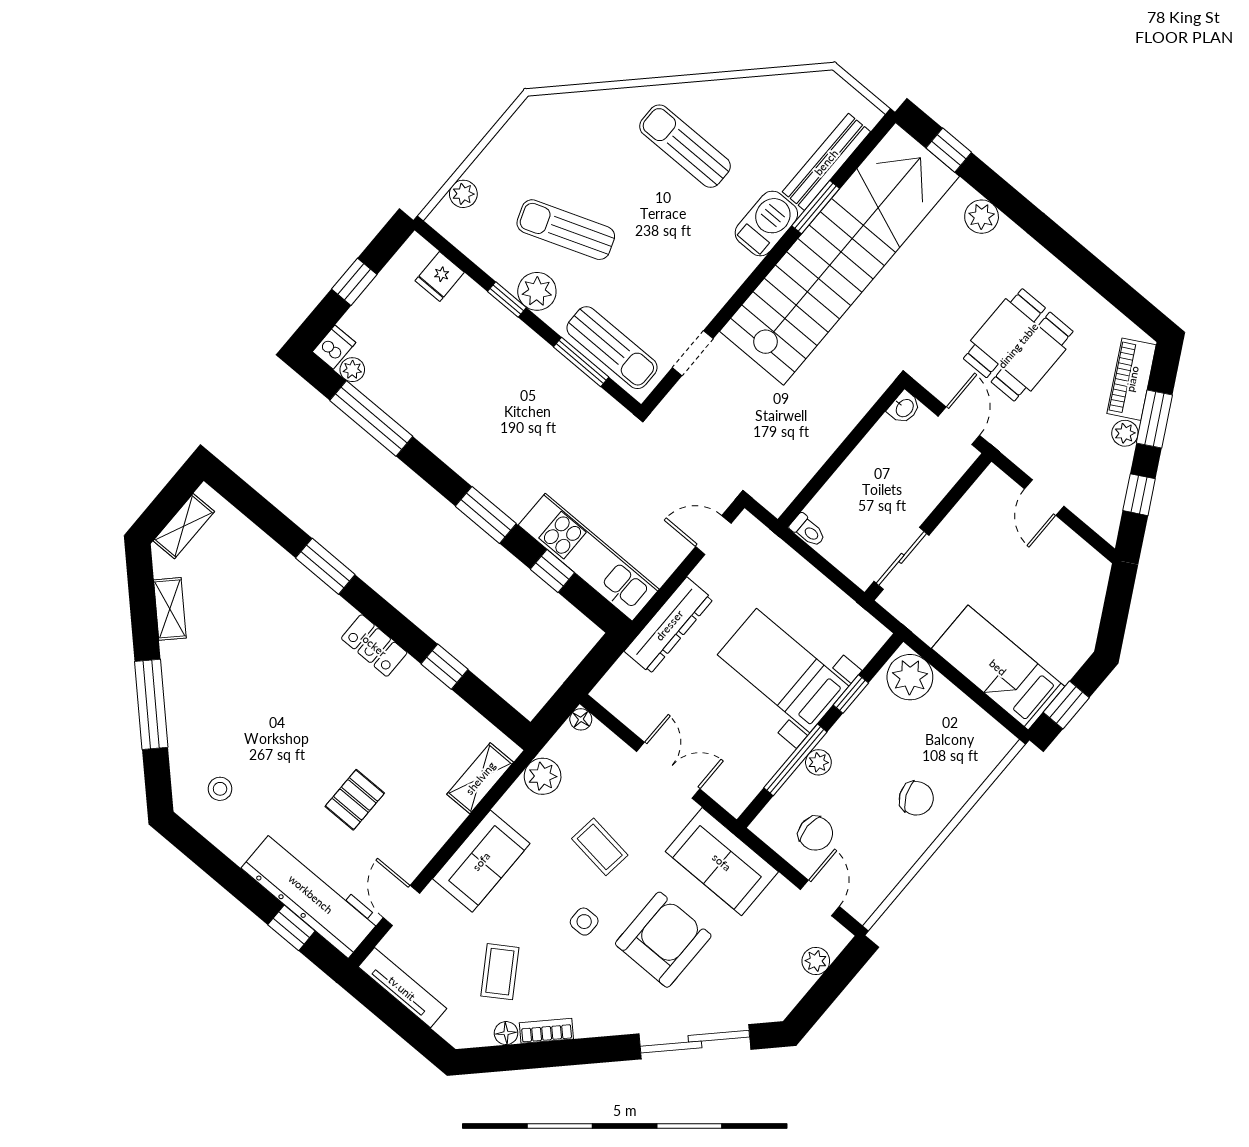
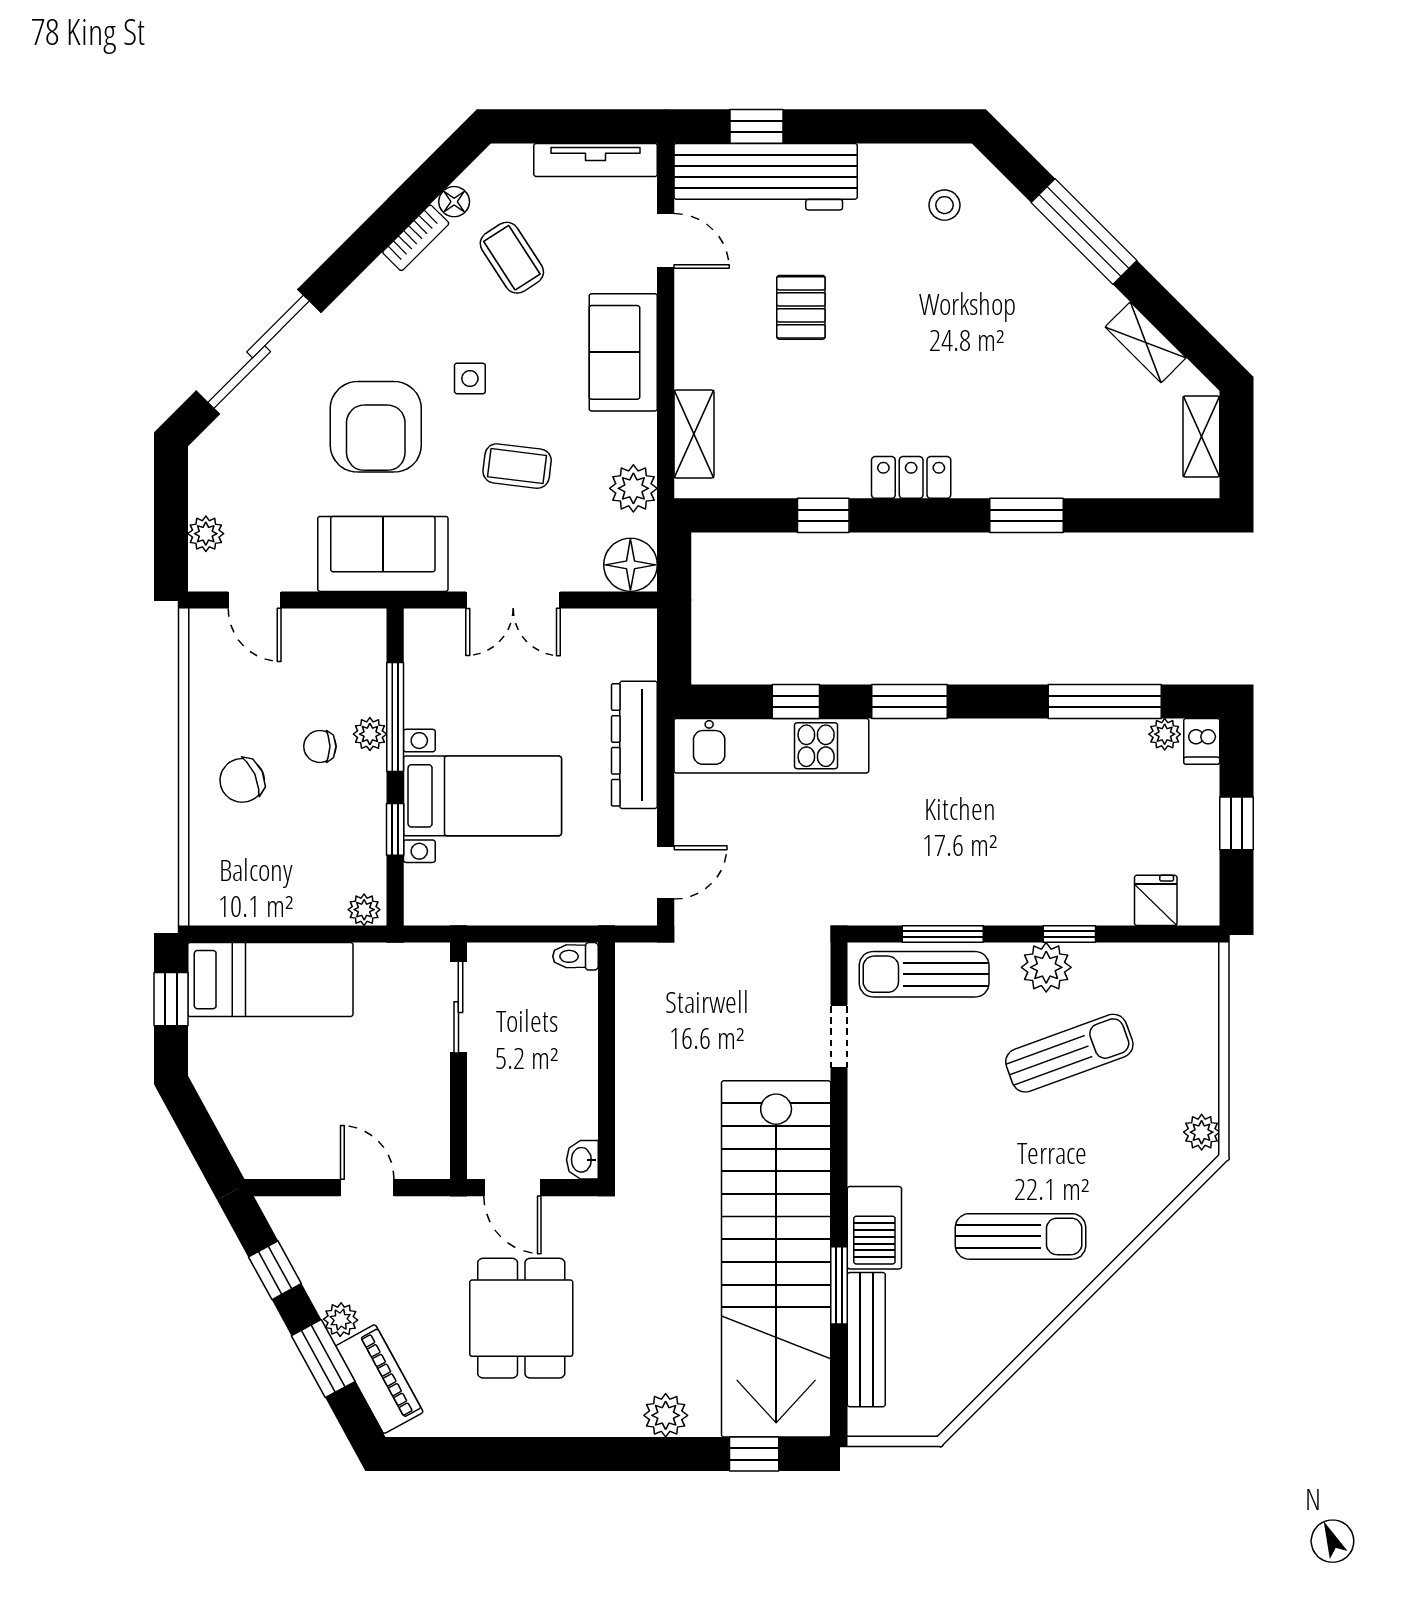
plant: (463, 194) -> (1202, 1132), moved
plant: (910, 677) -> (364, 910), width x0.53, depth x0.53
floor lamp: (581, 719) -> (630, 565), width x1.89, depth x1.89
chair: (815, 833) -> (320, 746), moved, width x0.73, depth x0.73

